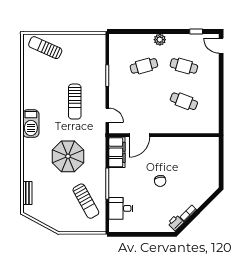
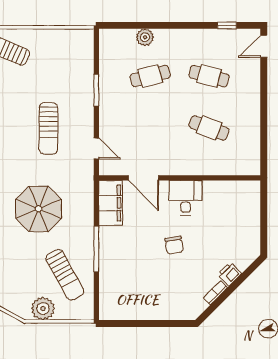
plant: (160, 40) -> (145, 37), moved
door: (221, 46) -> (264, 46), hinge flipped
door: (139, 135) -> (144, 178), hinge flipped
desk: (121, 208) -> (186, 198), moved, turned 90
printer: (176, 223) -> (229, 274), moved
plant: (71, 224) -> (43, 309), added

